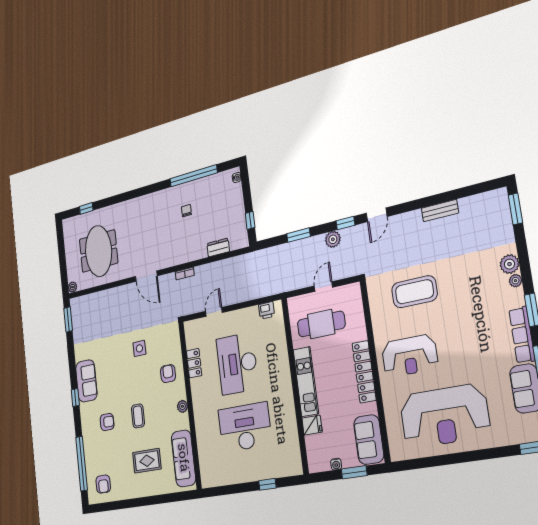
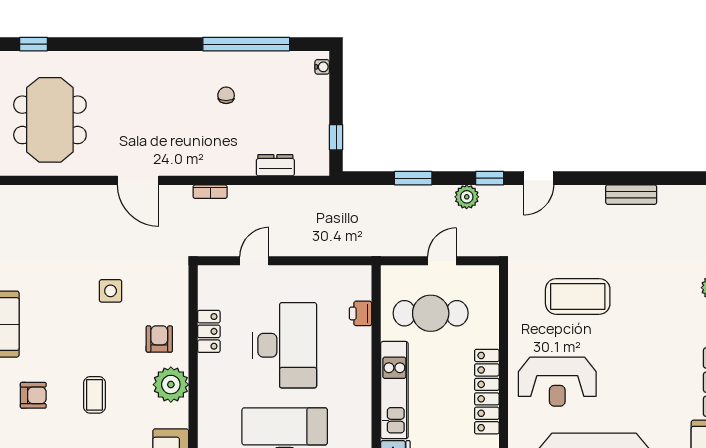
printer: (267, 310) -> (361, 313), moved, turned 90
desk: (237, 364) -> (285, 345), turned 180
plant: (182, 406) -> (171, 385), width x1.88, depth x1.88

